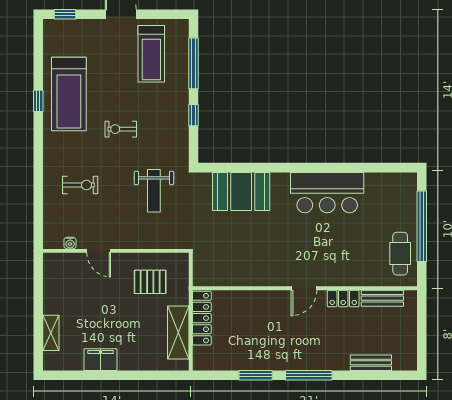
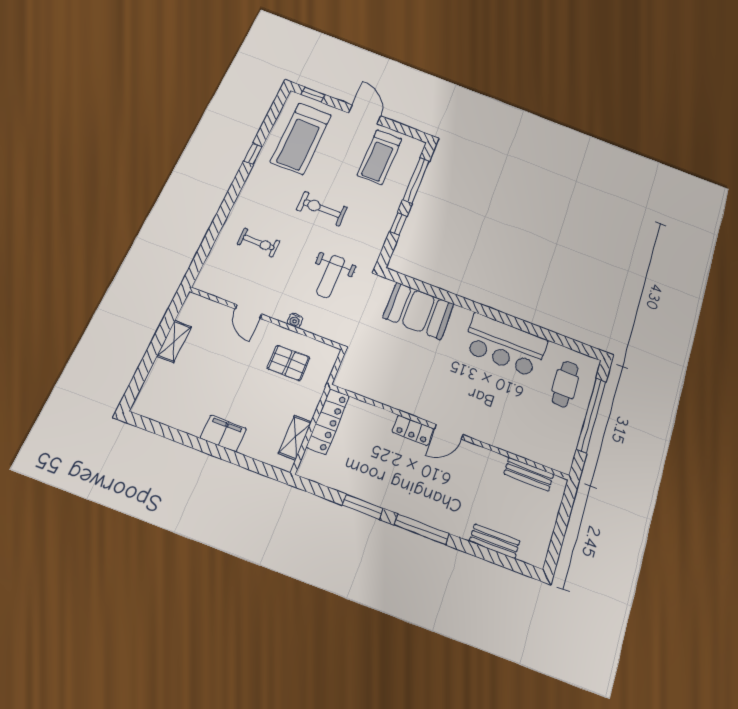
treadmill: (69, 94) -> (301, 138), moved
exercise bike: (121, 129) -> (322, 209), width x1.38, depth x1.39
water cooler: (70, 243) -> (295, 320), moved
cafe table: (400, 254) -> (565, 384), moved
locker: (343, 299) -> (413, 430), moved
shelving: (178, 332) -> (295, 438), width x0.67, depth x0.75
shelving: (51, 333) -> (174, 341), moved
filing cabinet: (101, 360) -> (223, 433), moved

